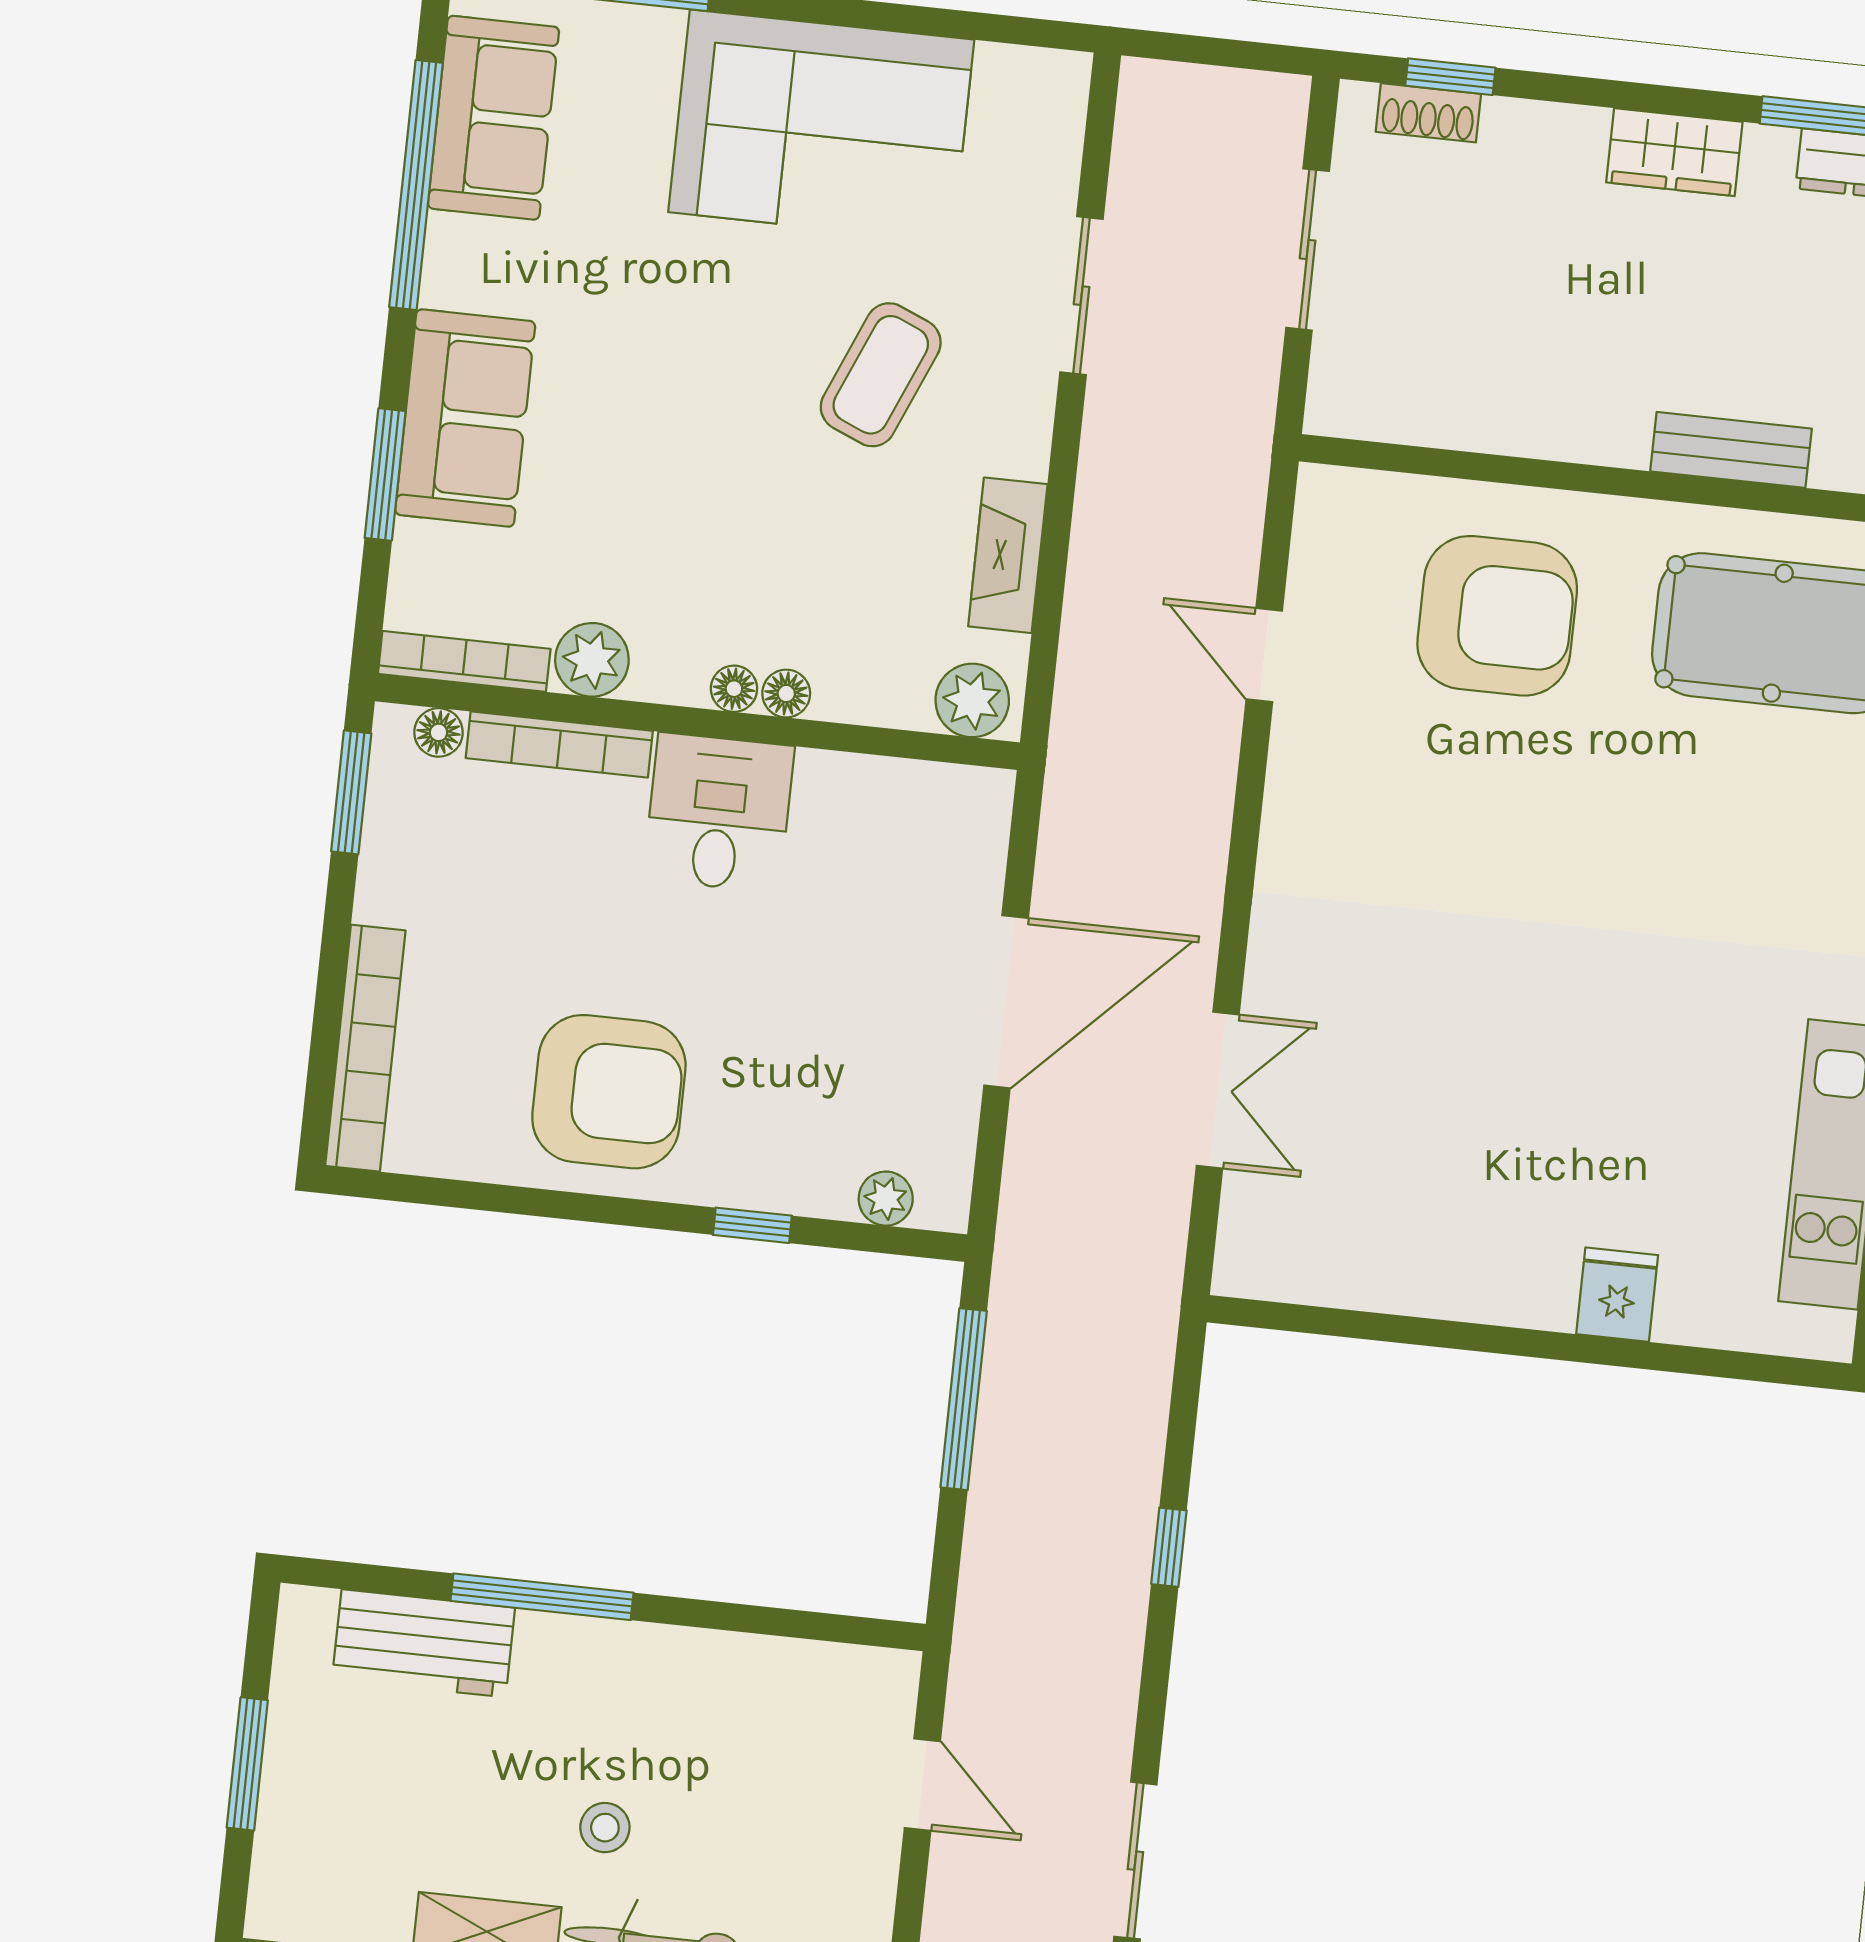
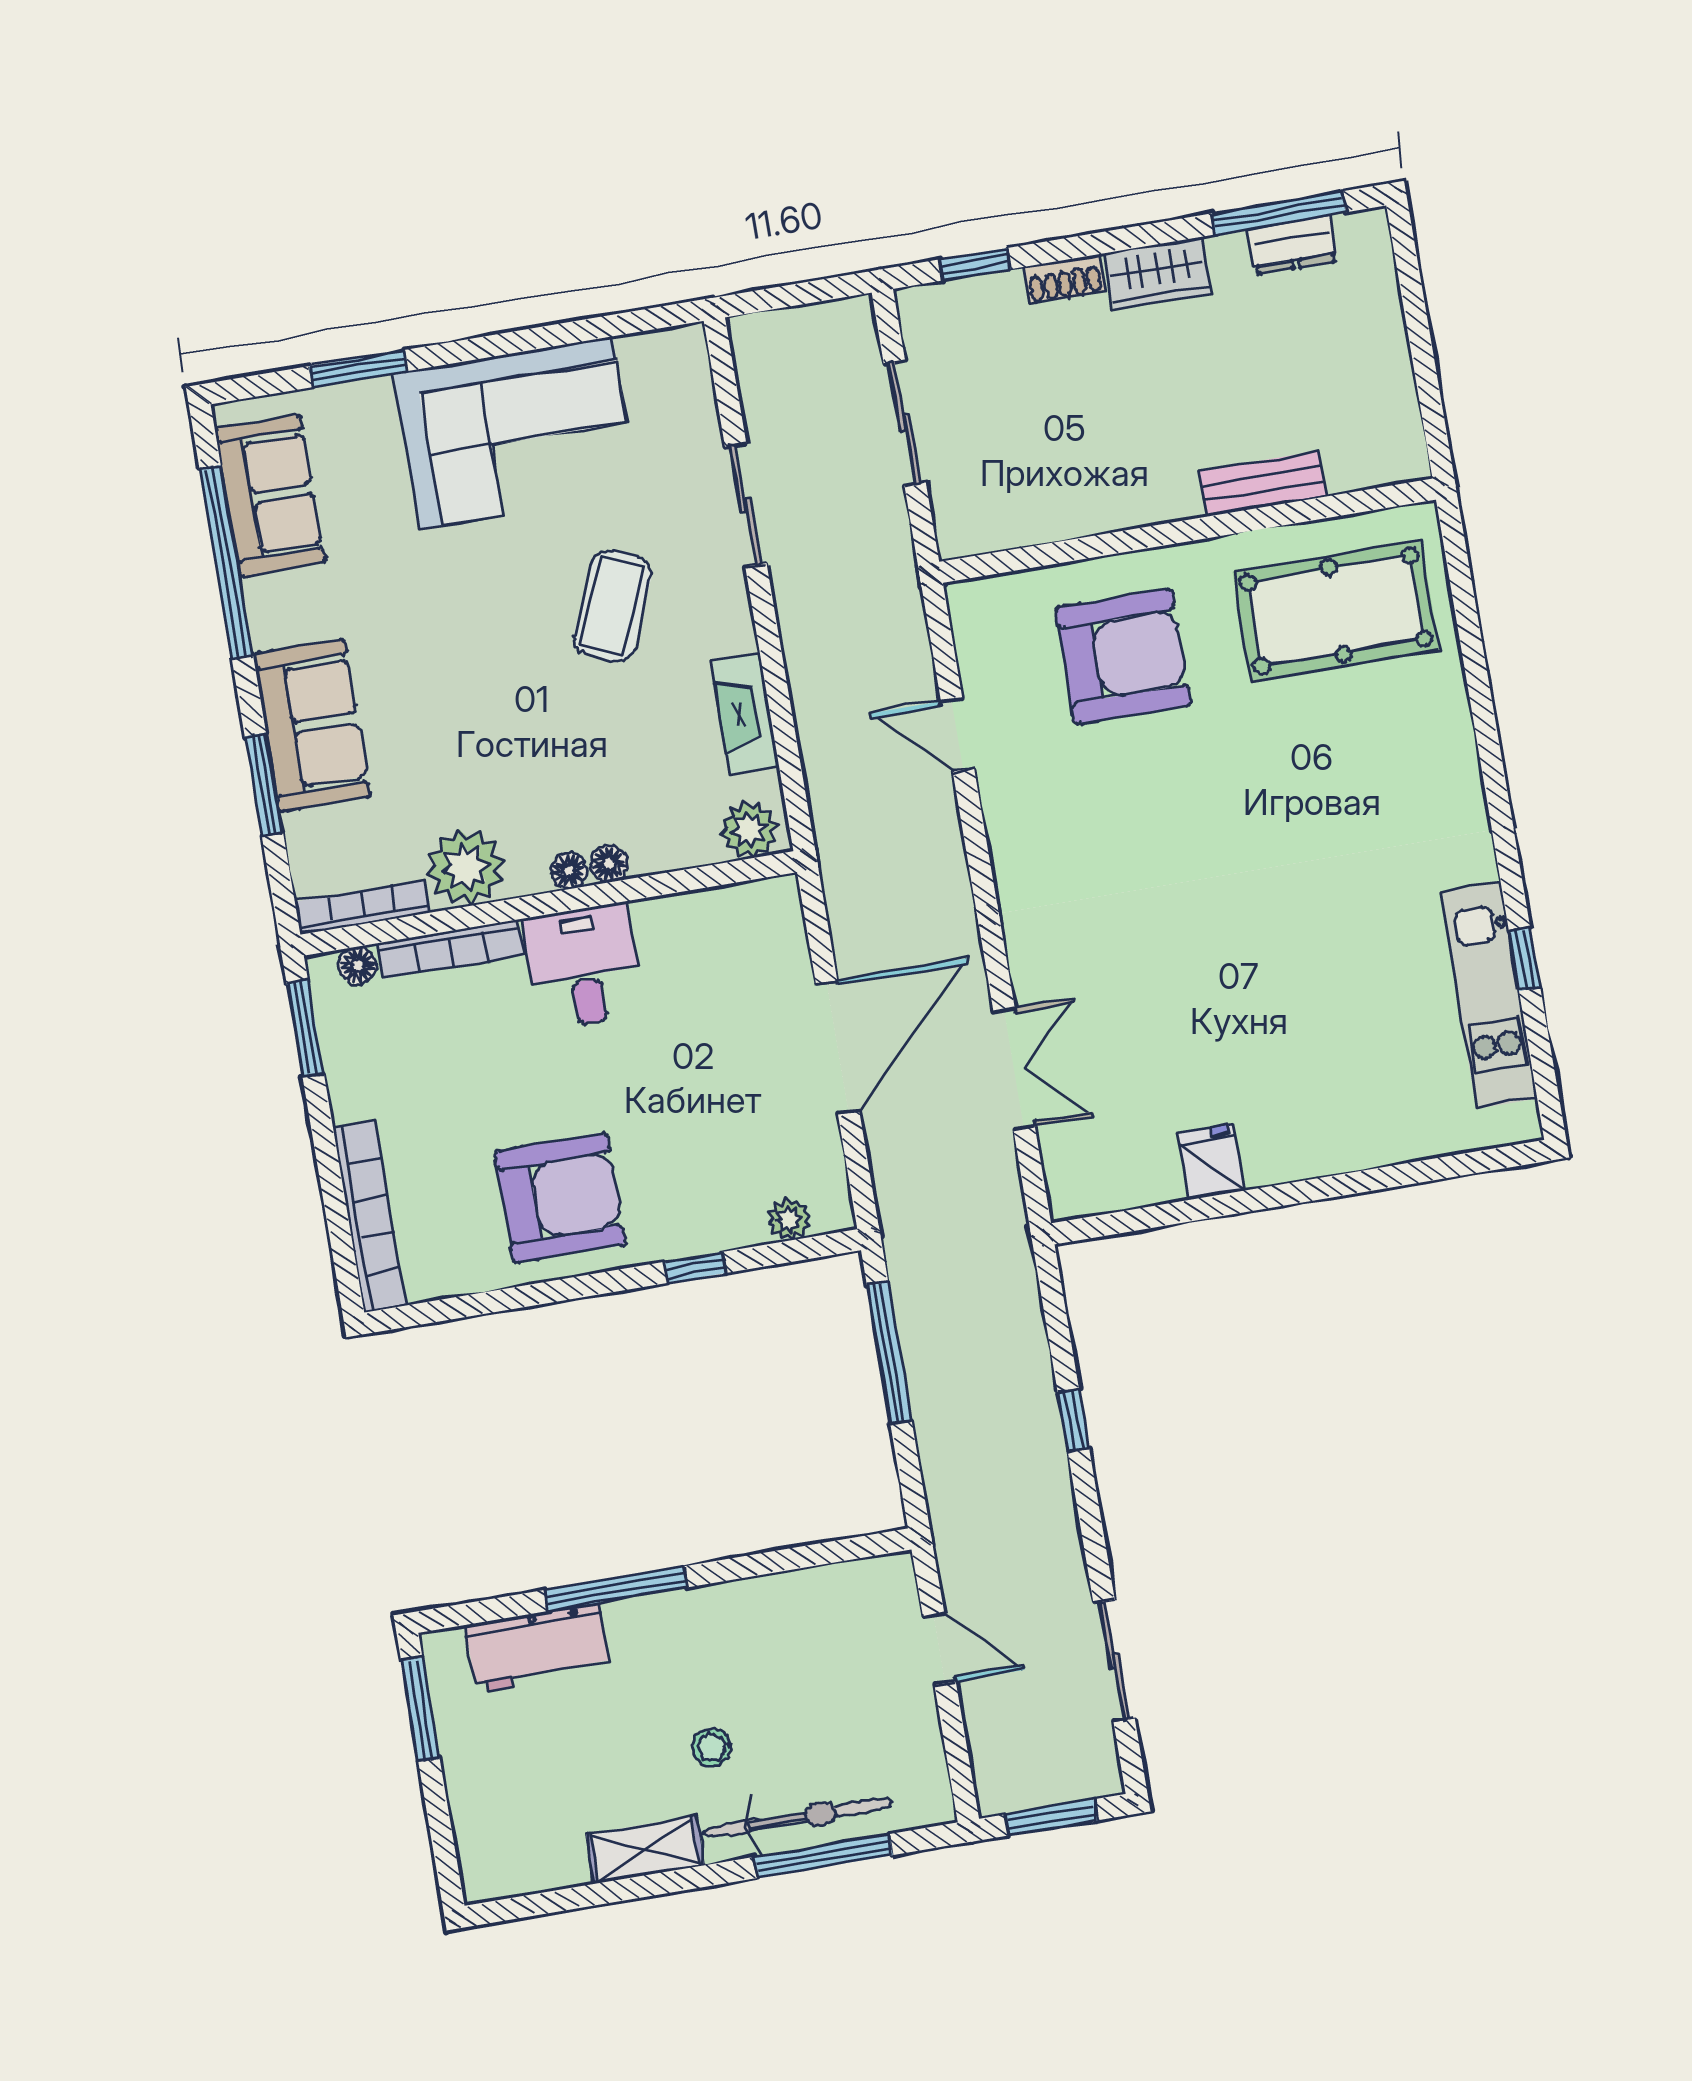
shoe rack: (1428, 113) -> (1064, 279), moved
plant: (592, 660) -> (465, 867), width x1.36, depth x1.36
fridge: (1617, 1295) -> (1211, 1162), moved
window: (247, 1764) -> (420, 1710), moved

